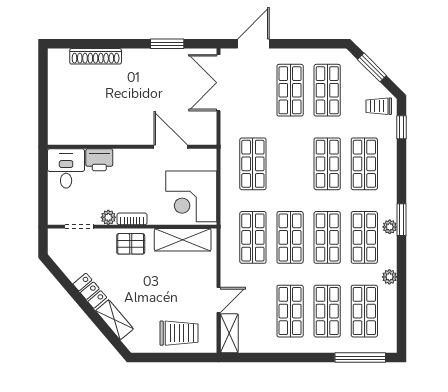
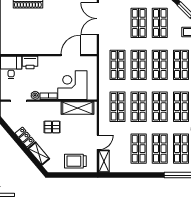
door: (171, 147) -> (71, 55), hinge flipped
shop shelf: (290, 164) -> (139, 65), added
corner desk: (191, 196) -> (72, 85), moved, turned 90
pallet: (131, 244) -> (52, 127), moved
trolley: (179, 333) -> (75, 161), turned 180

